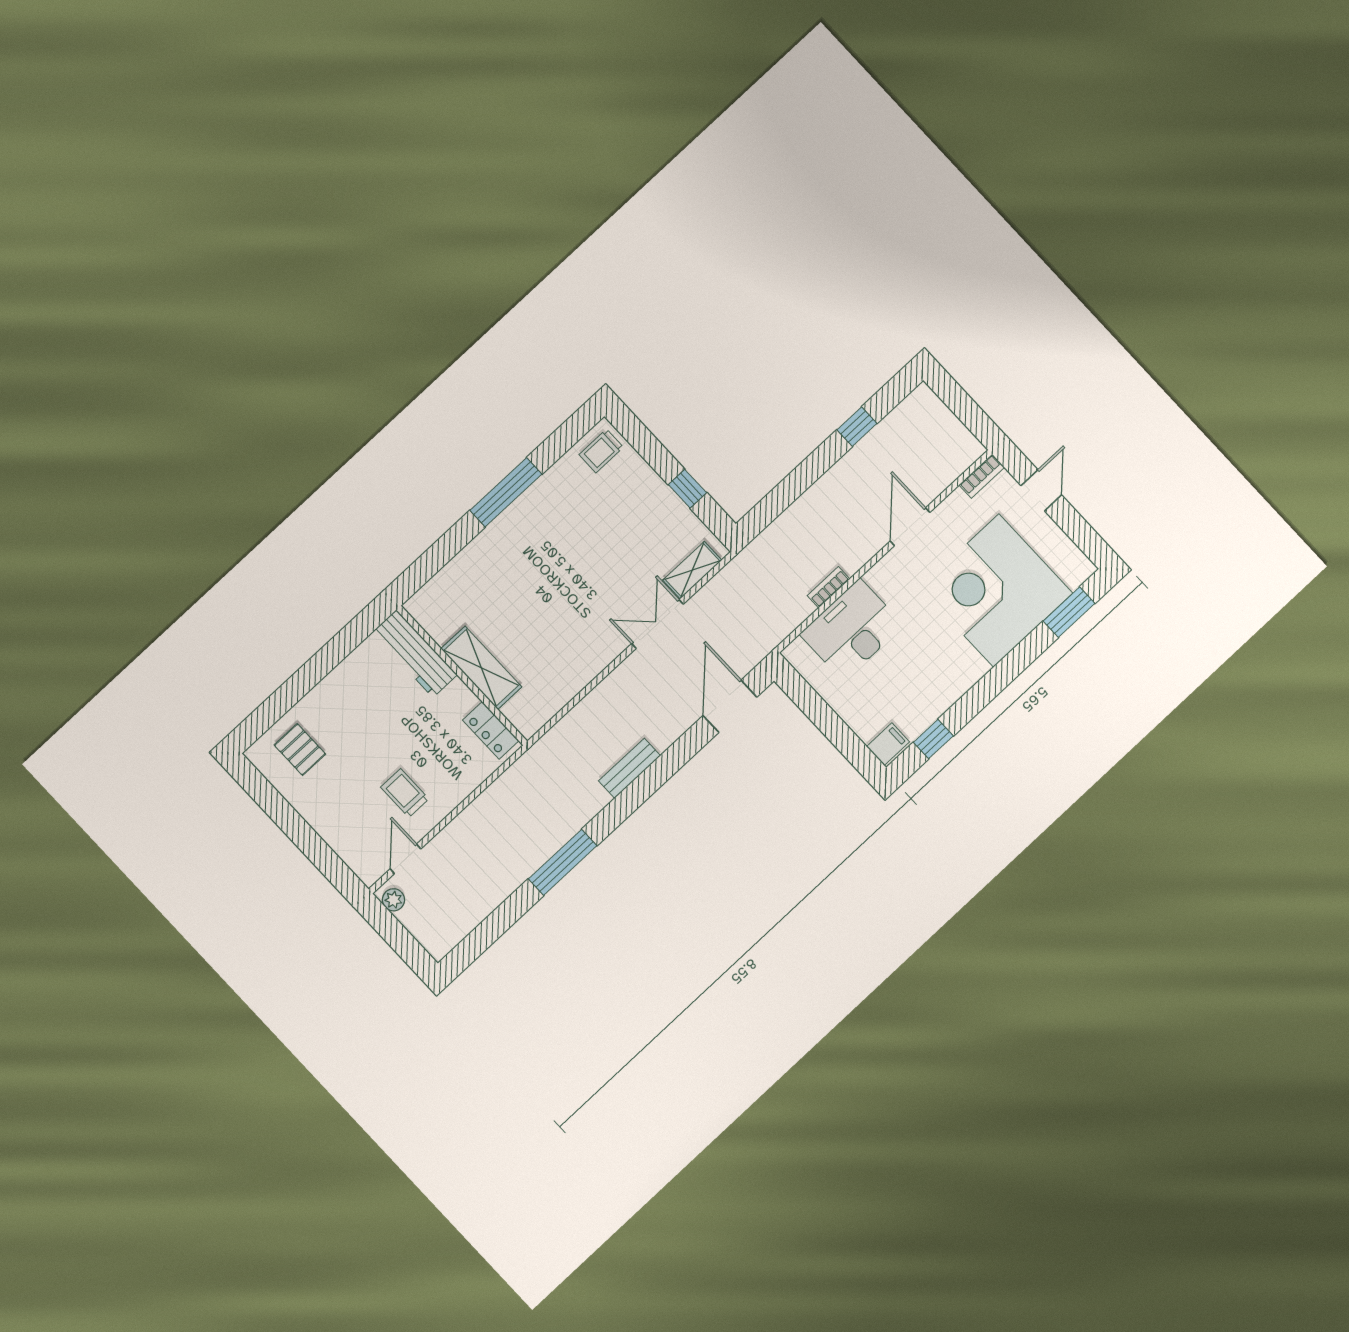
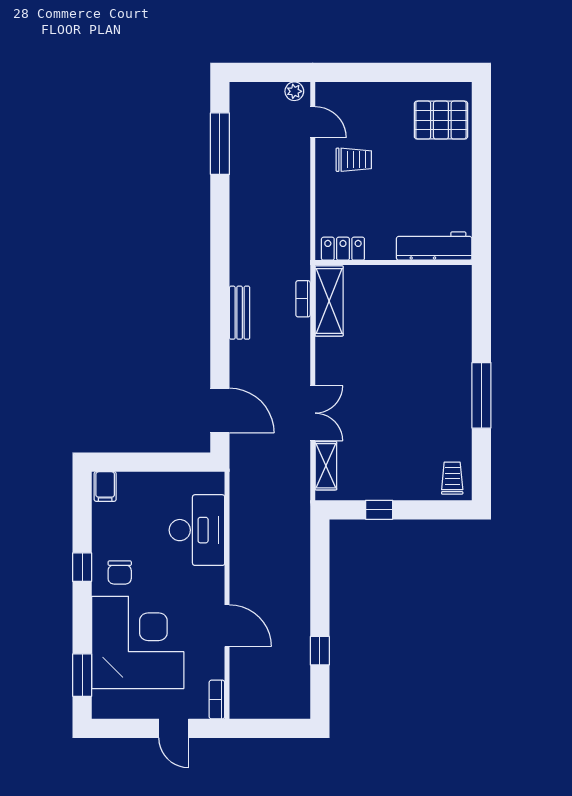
bookcase: (828, 587) -> (303, 299), moved, turned 180
chair: (950, 662) -> (120, 572), added
shelving: (481, 668) -> (329, 301), moved, turned 90
window: (933, 739) -> (82, 567), moved
pallet: (300, 750) -> (441, 120), width x1.50, depth x1.42
window: (563, 862) -> (220, 144), moved

